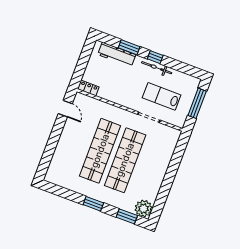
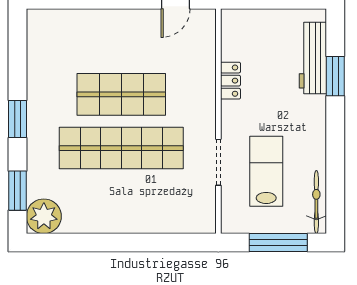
window: (155, 57) -> (335, 132), removed
bicycle: (157, 68) -> (316, 202), moved
locker: (88, 88) -> (230, 81), moved
shop shelf: (100, 151) -> (121, 94), width x0.71

